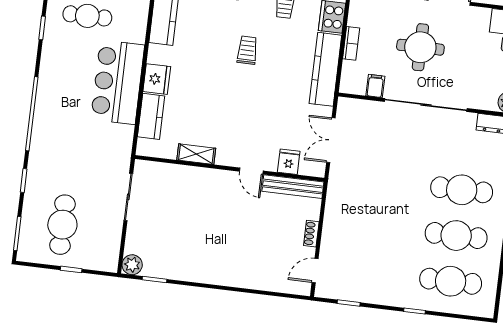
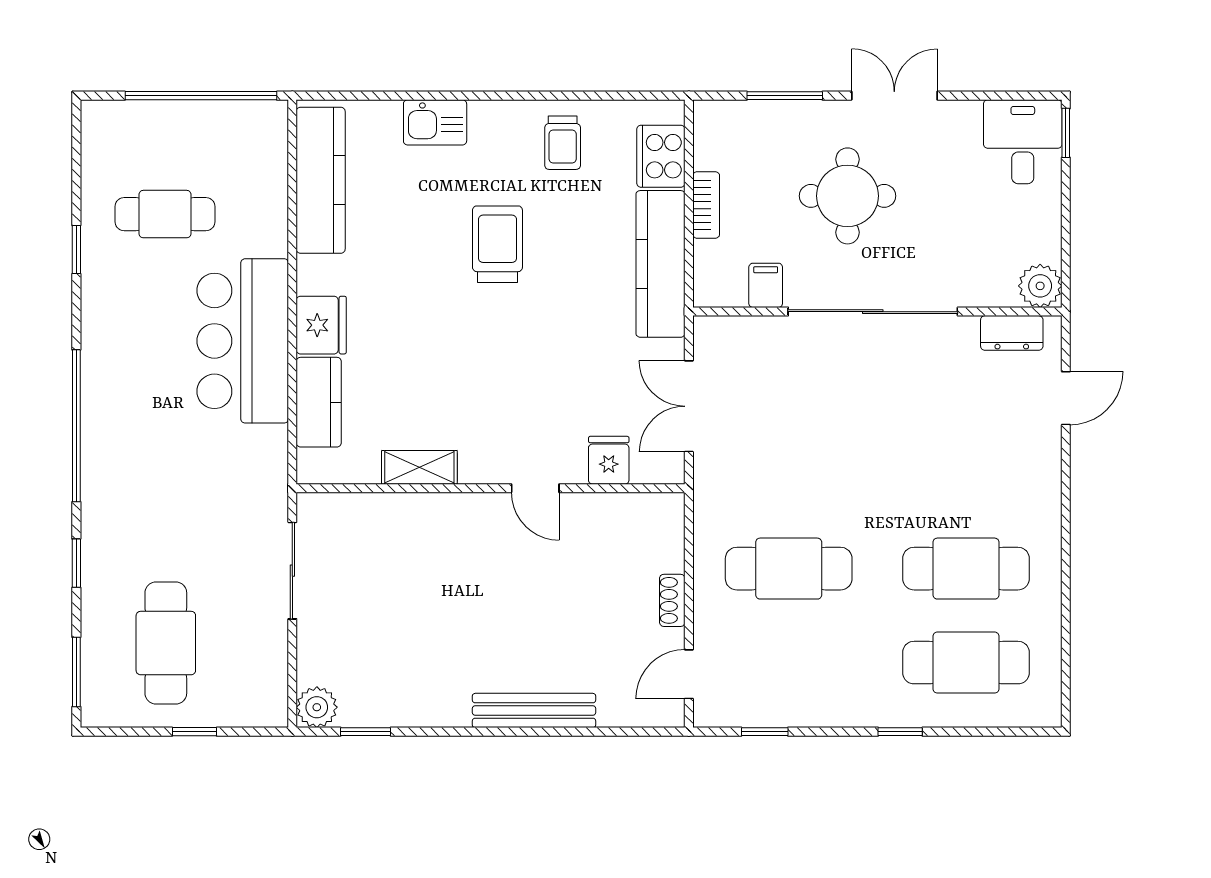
trolley: (247, 50) -> (497, 244), width x1.36, depth x1.39
bench: (293, 187) -> (534, 710), moved
cafe table: (462, 190) -> (789, 569), moved

